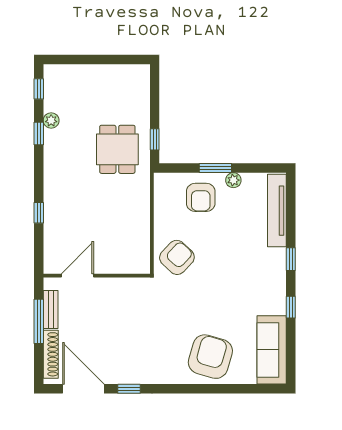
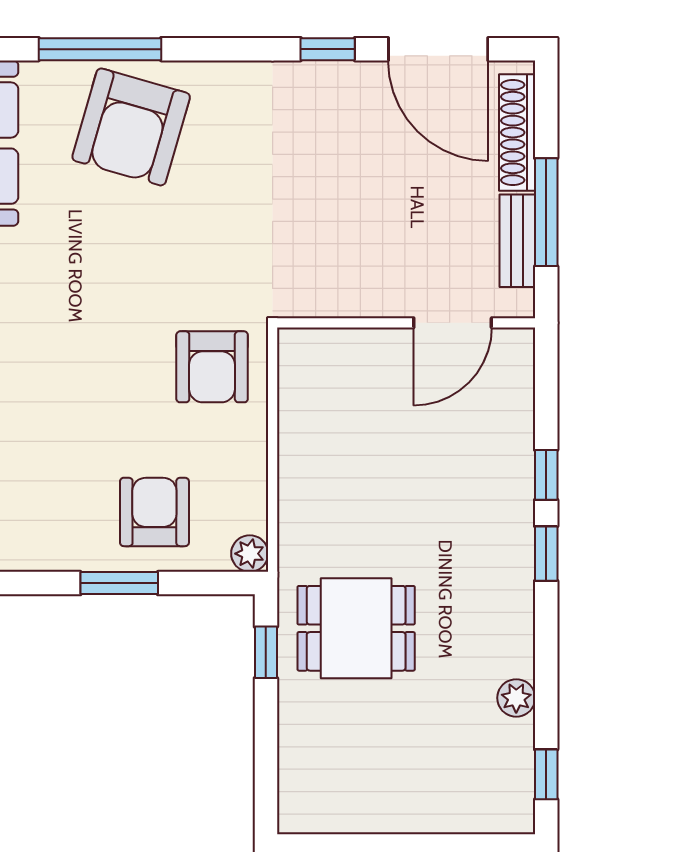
window: (39, 133) -> (546, 554), moved
dining table: (117, 149) -> (356, 628), turned 90
plant: (233, 180) -> (250, 554), moved
armchair: (177, 257) -> (212, 367), turned -43
window: (223, 389) -> (100, 49), added

